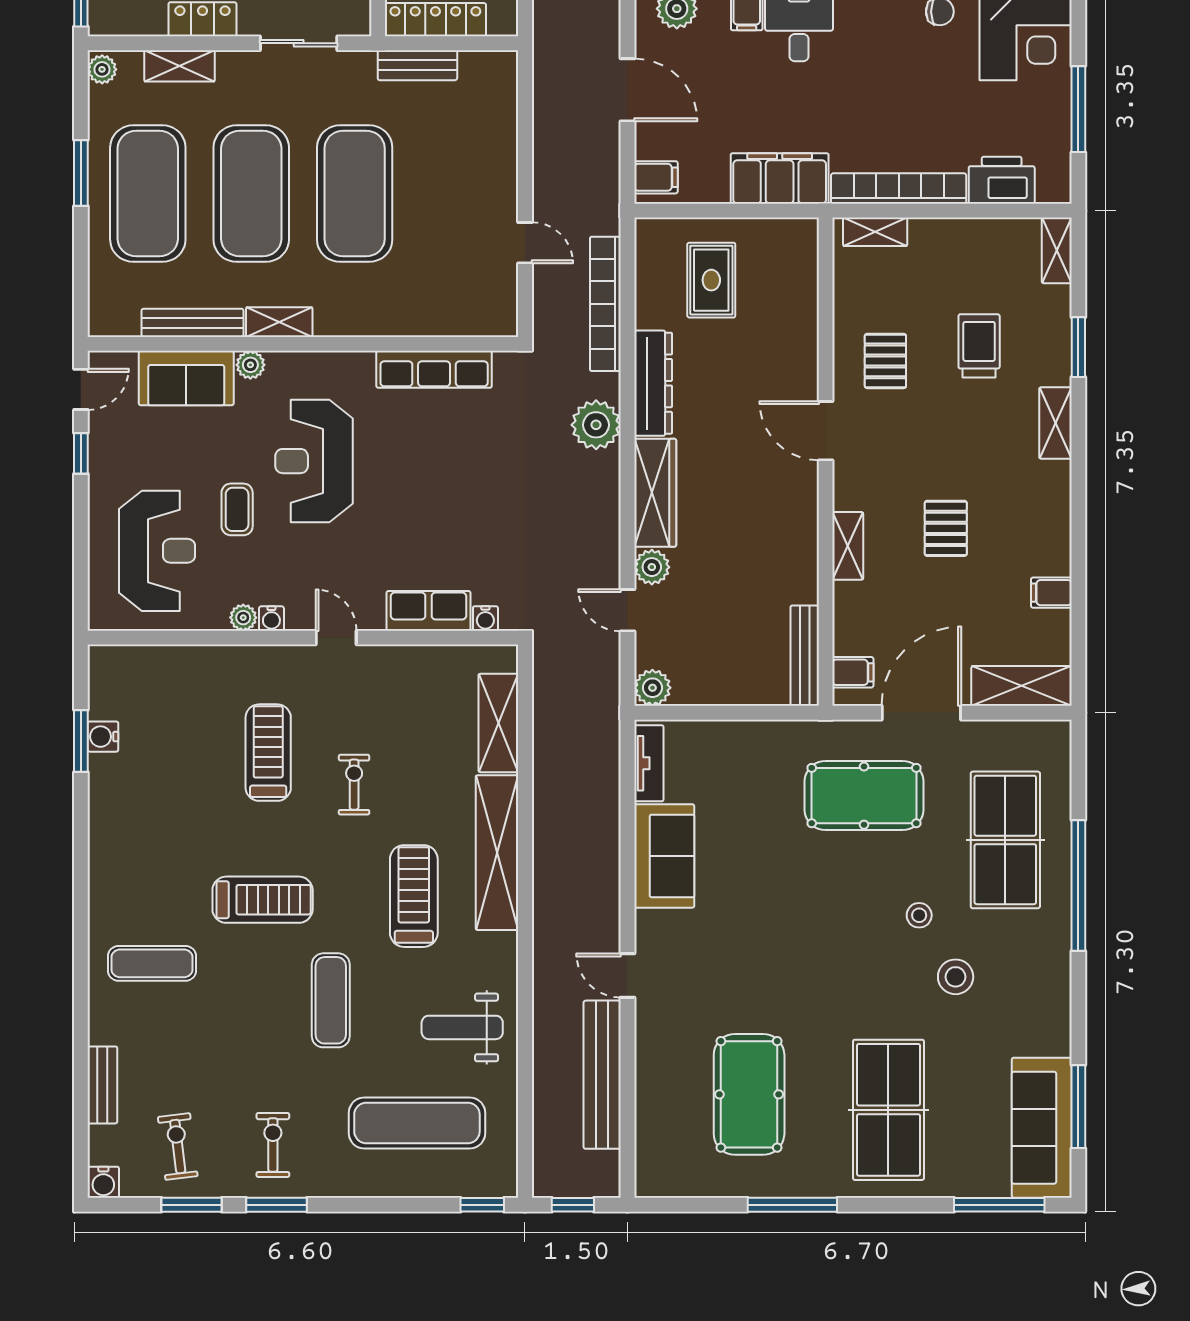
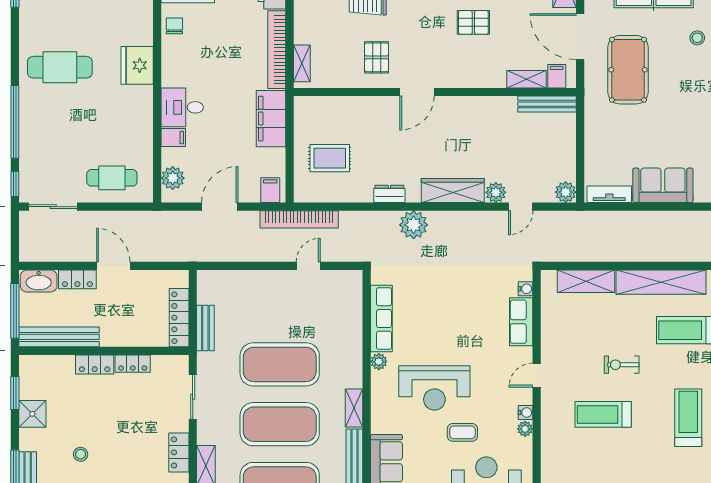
bookcase: (605, 304) -> (299, 219), moved
pallet: (885, 361) -> (377, 57), turned 90
plant: (250, 365) -> (379, 362), moved
dresser: (653, 383) -> (389, 194), width x0.51, depth x0.80
shelving: (848, 546) -> (527, 79), moved

